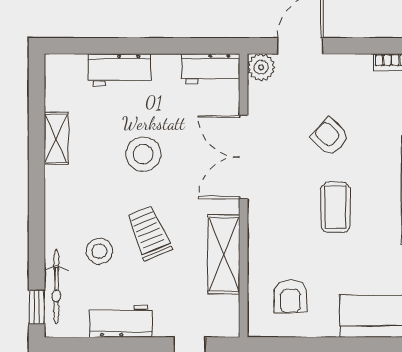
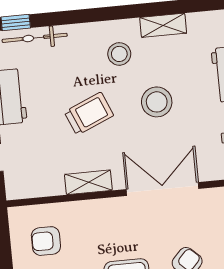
stool: (99, 251) -> (119, 54), moved
shelving: (224, 255) -> (88, 182), width x0.67, depth x0.75

